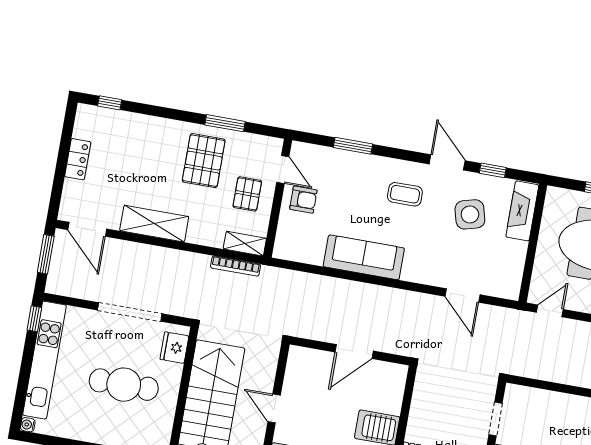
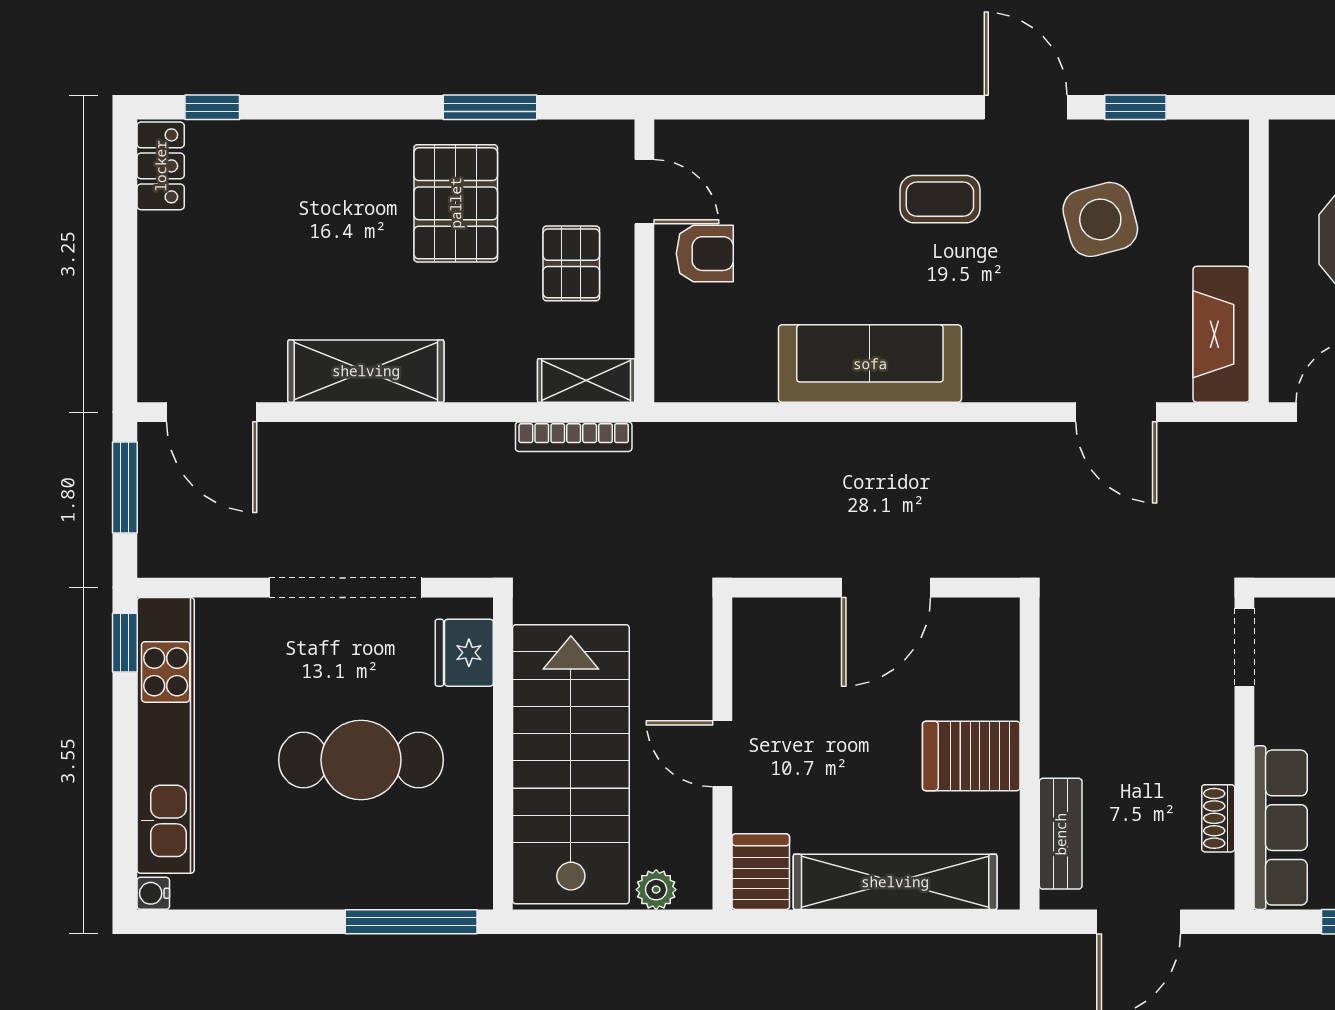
window: (353, 146) -> (798, 107), removed
locker: (78, 159) -> (161, 166), moved
fireplace: (522, 211) -> (1221, 334), moved
doorway: (495, 419) -> (1244, 647), moved

